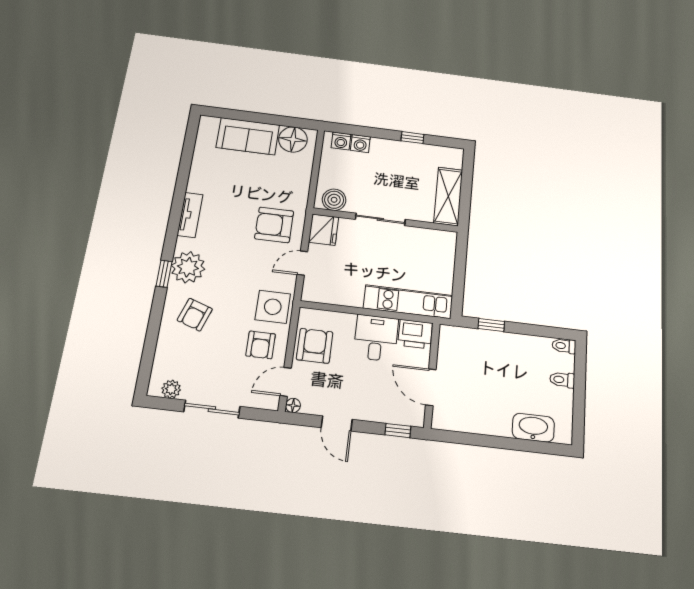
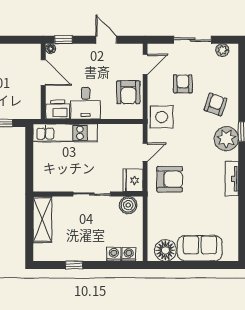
armchair: (261, 345) -> (183, 84), moved
floor lamp: (293, 405) -> (51, 49), moved

